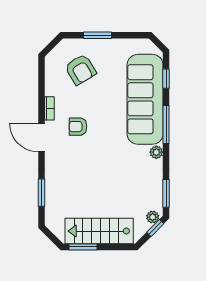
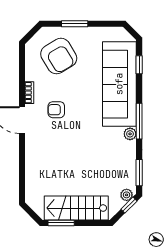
armchair: (81, 70) -> (59, 56), width x1.36, depth x1.36
window: (166, 124) -> (139, 121), moved
window: (42, 193) -> (22, 172), removed

